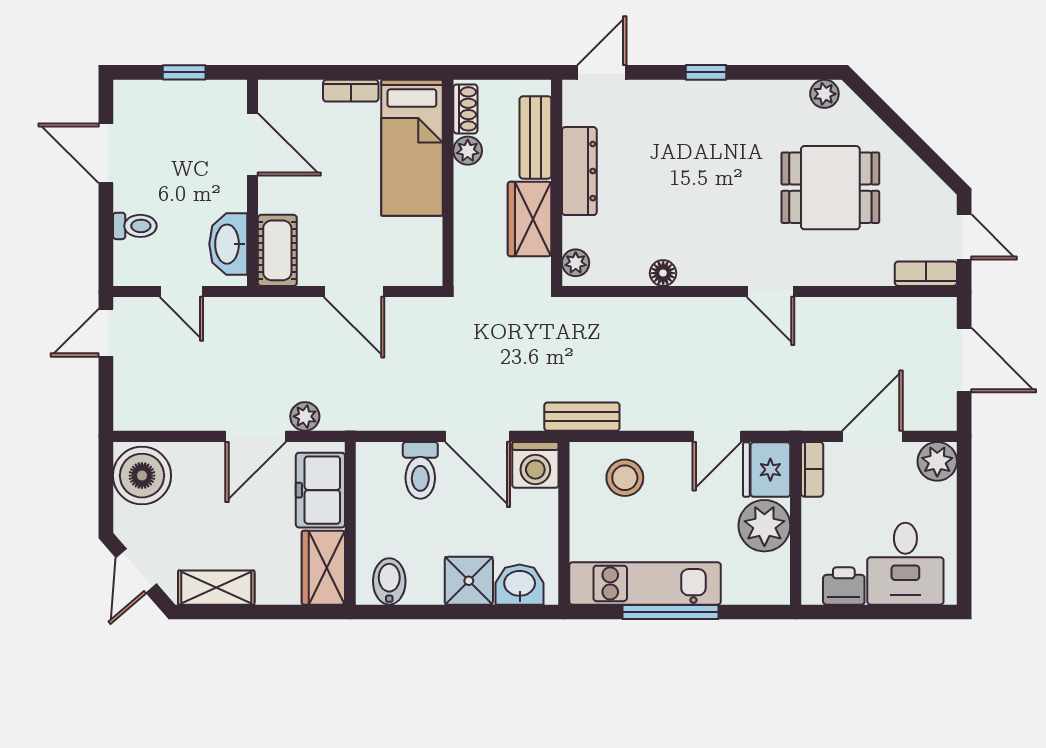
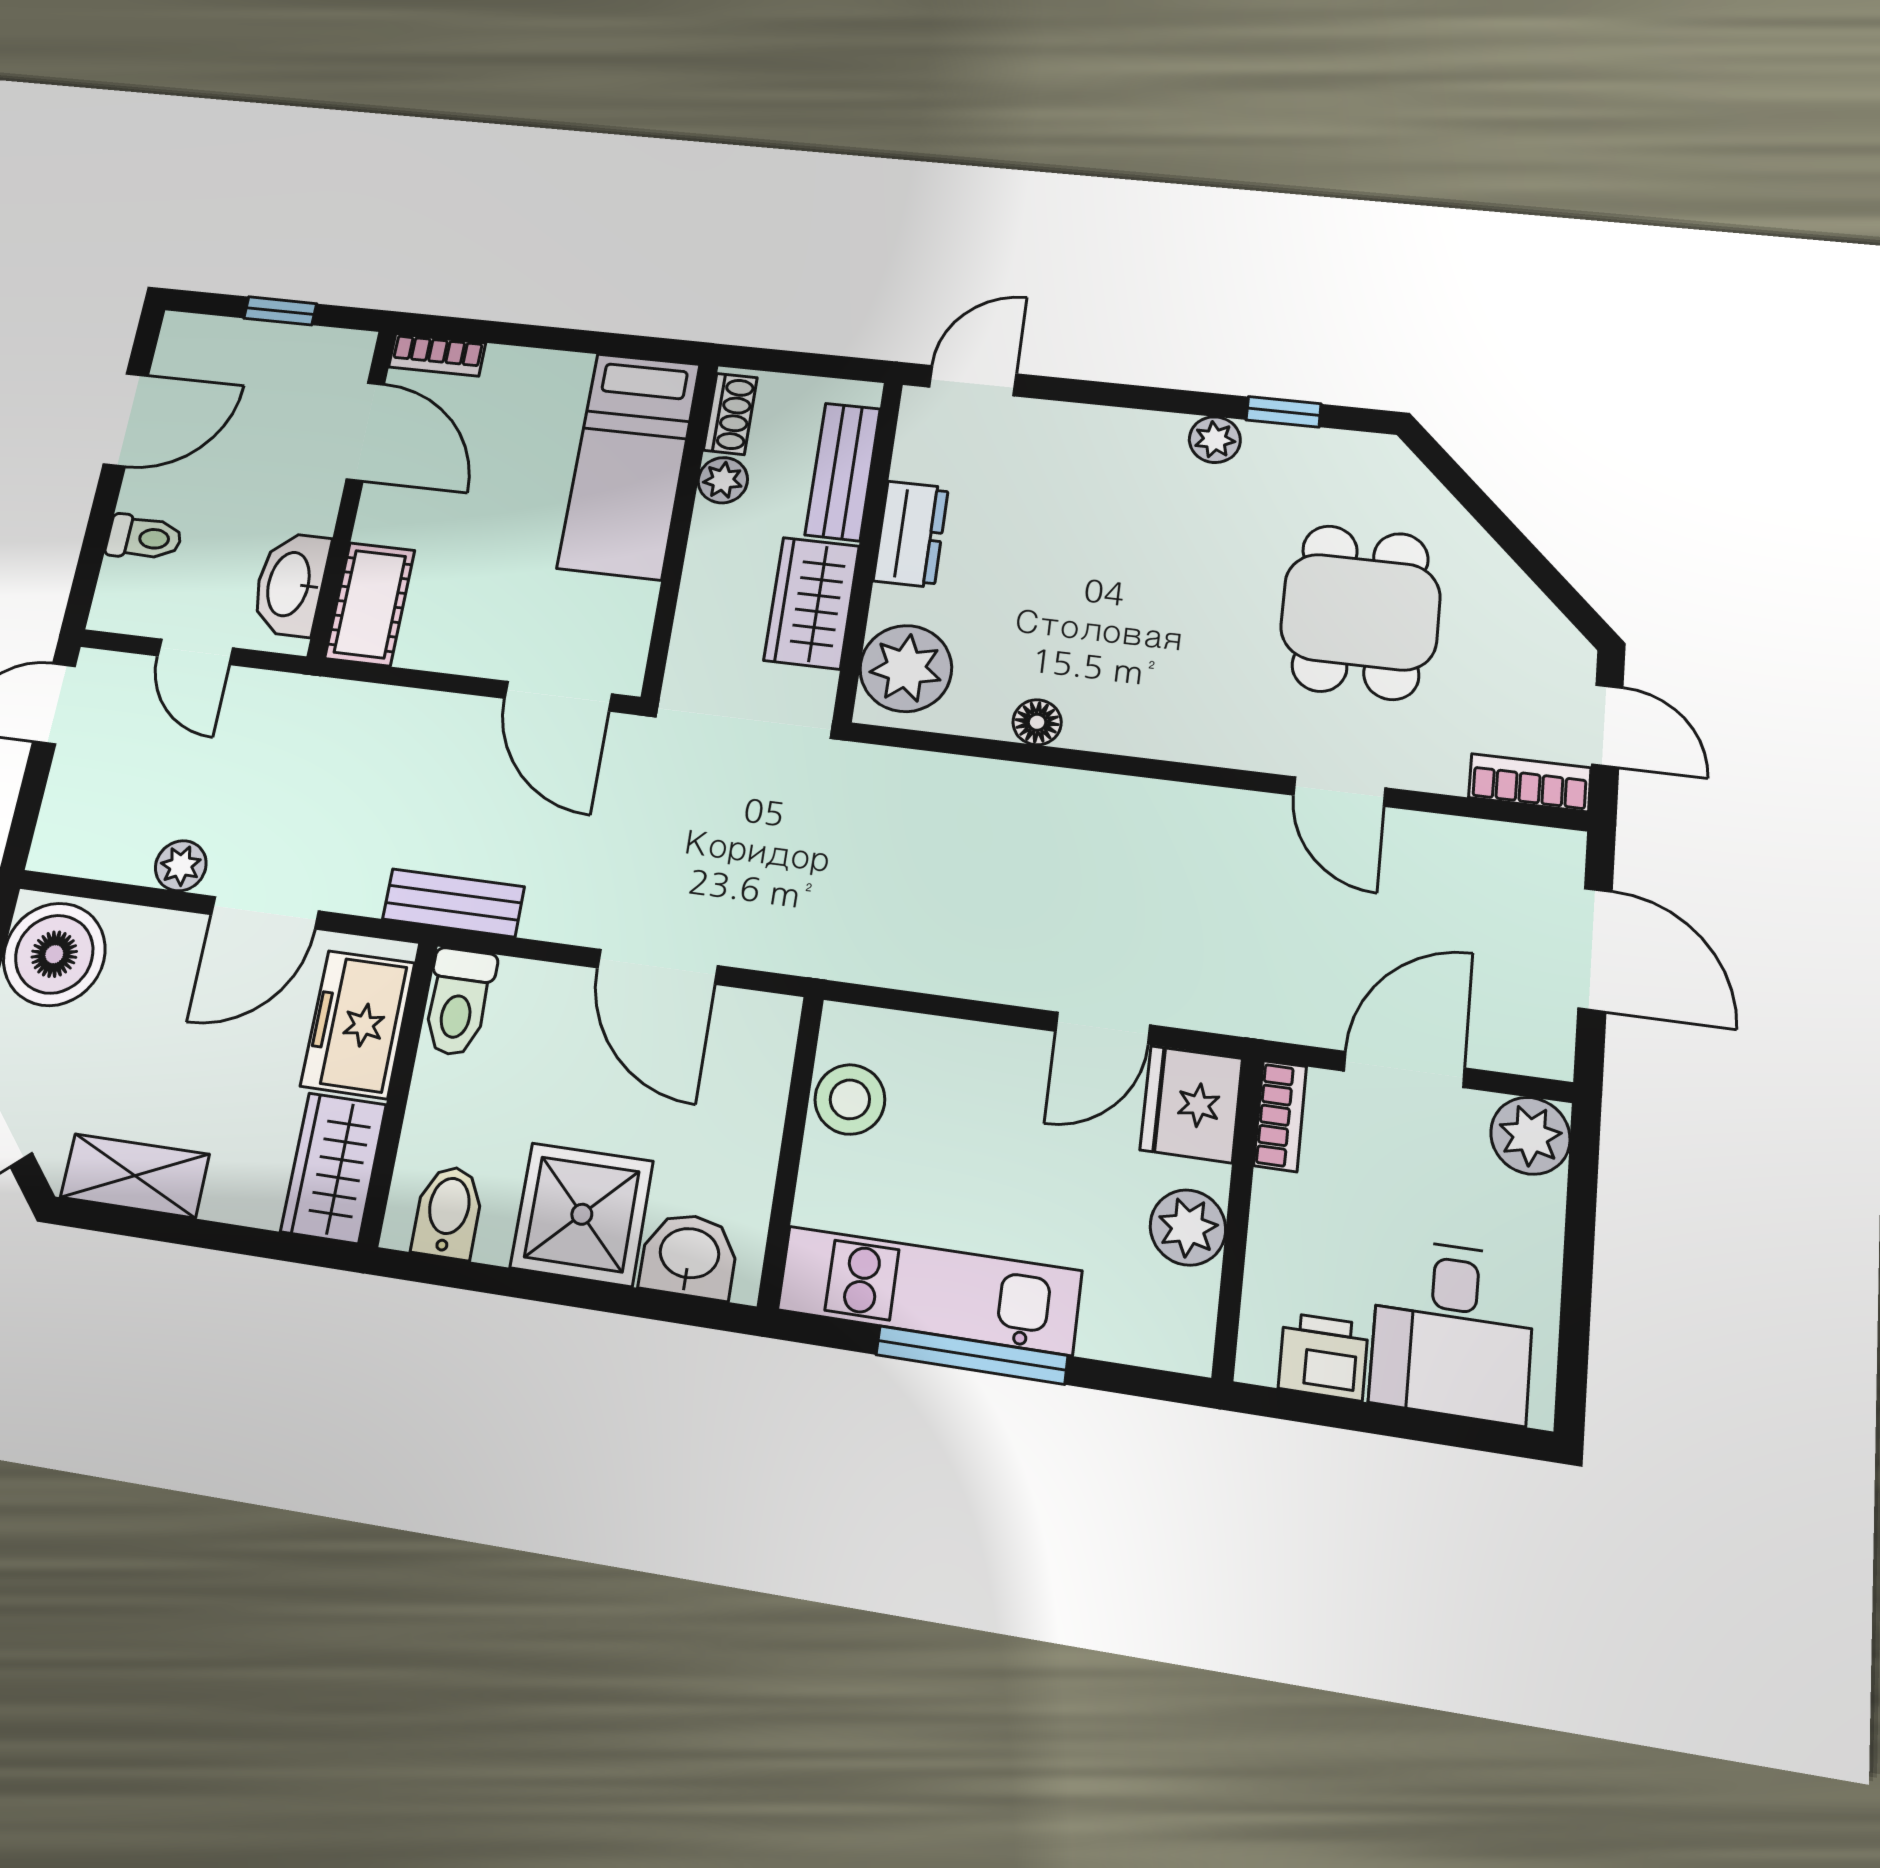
window: (706, 72) -> (1284, 412), moved
bookcase: (351, 91) -> (437, 355), moved
plant: (824, 94) -> (1215, 440), moved
door: (106, 153) -> (126, 420), swing flipped
dresser: (579, 171) -> (911, 534), width x0.70
dining table: (830, 188) -> (1360, 612), turned 90
plant: (576, 263) -> (906, 668), width x1.88, depth x1.88
door: (354, 292) -> (558, 696), moved
door: (771, 292) -> (1339, 792), moved
plant: (305, 416) -> (181, 866), moved
bench: (582, 417) -> (453, 903), moved
washing machine: (535, 465) -> (754, 1034), removed
toilet: (420, 470) -> (458, 1002), moved
stool: (625, 478) -> (850, 1099), moved
plant: (764, 526) -> (1188, 1227), width x0.73, depth x0.73
shower: (469, 581) -> (582, 1214), width x1.36, depth x1.36

